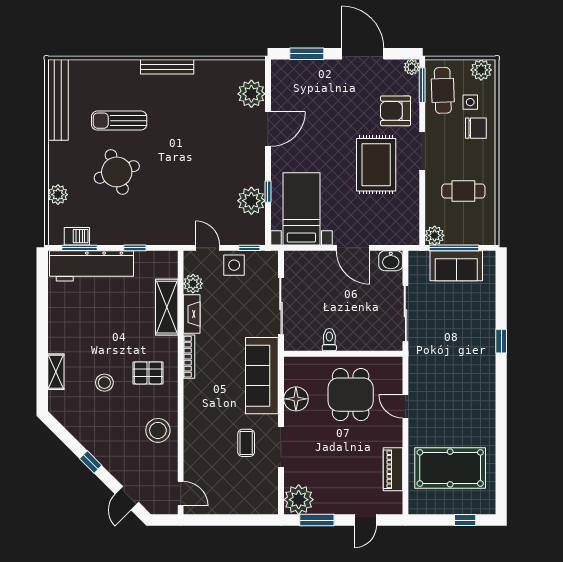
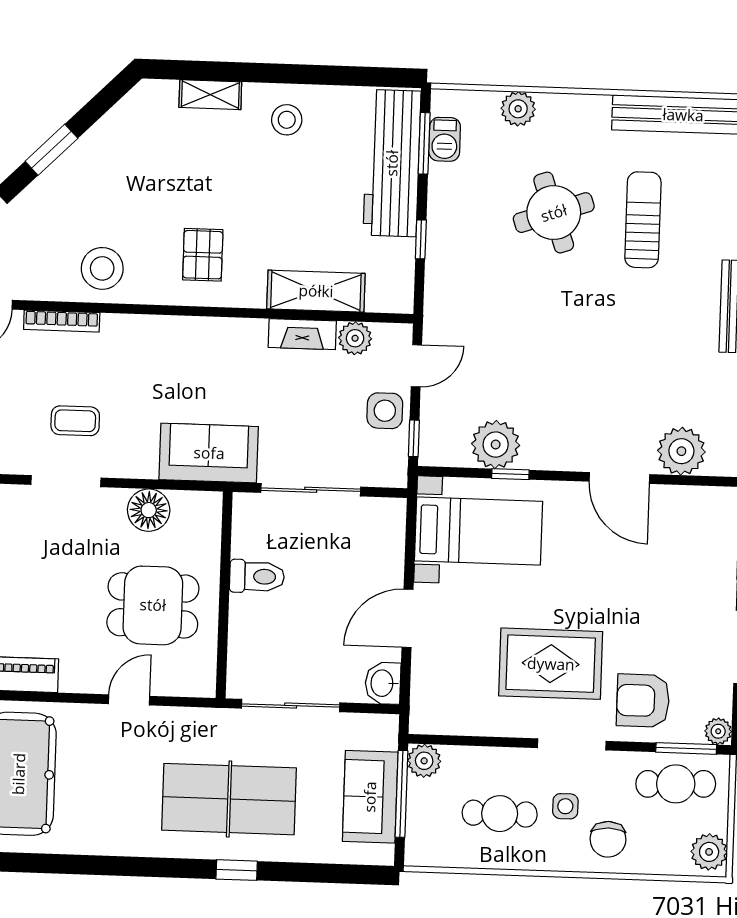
side table: (470, 102) -> (565, 806), moved
armchair: (396, 111) -> (643, 701), turned -90
cafe table: (463, 191) -> (500, 814), turned 90
toilet: (329, 340) -> (257, 576), width x1.37, depth x1.39
table tennis table: (460, 347) -> (229, 799), added
bookcase: (189, 357) -> (62, 321), moved
sofa: (262, 376) -> (209, 453), width x0.73
stool: (104, 383) -> (287, 120), moved
window: (91, 462) -> (51, 150), width x1.50

